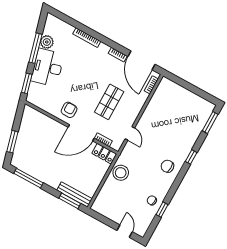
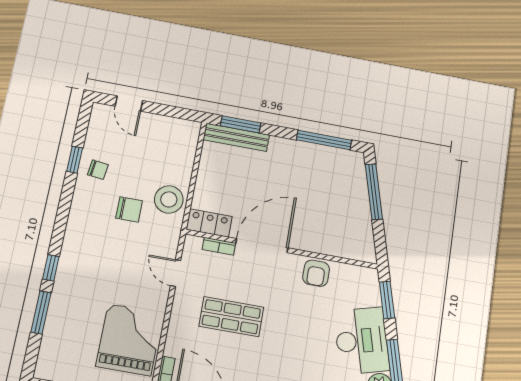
shop shelf: (109, 102) -> (231, 317), turned 90
grand piano: (164, 108) -> (129, 340), added
armchair: (69, 110) -> (316, 273), moved
window: (210, 123) -> (41, 312), moved
window: (12, 142) -> (374, 192), width x1.44
chair: (167, 166) -> (129, 209), moved

